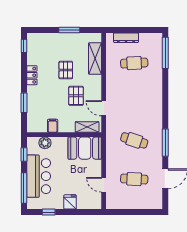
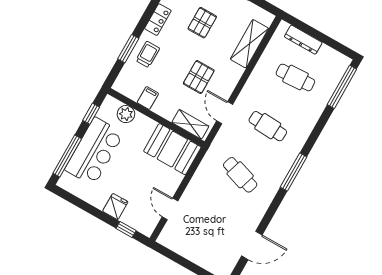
pallet: (66, 70) -> (202, 23), moved
trolley: (38, 100) -> (148, 54), added
window: (165, 143) -> (294, 172), moved
cafe table: (134, 179) -> (268, 126), moved
window: (49, 212) -> (126, 229), moved

